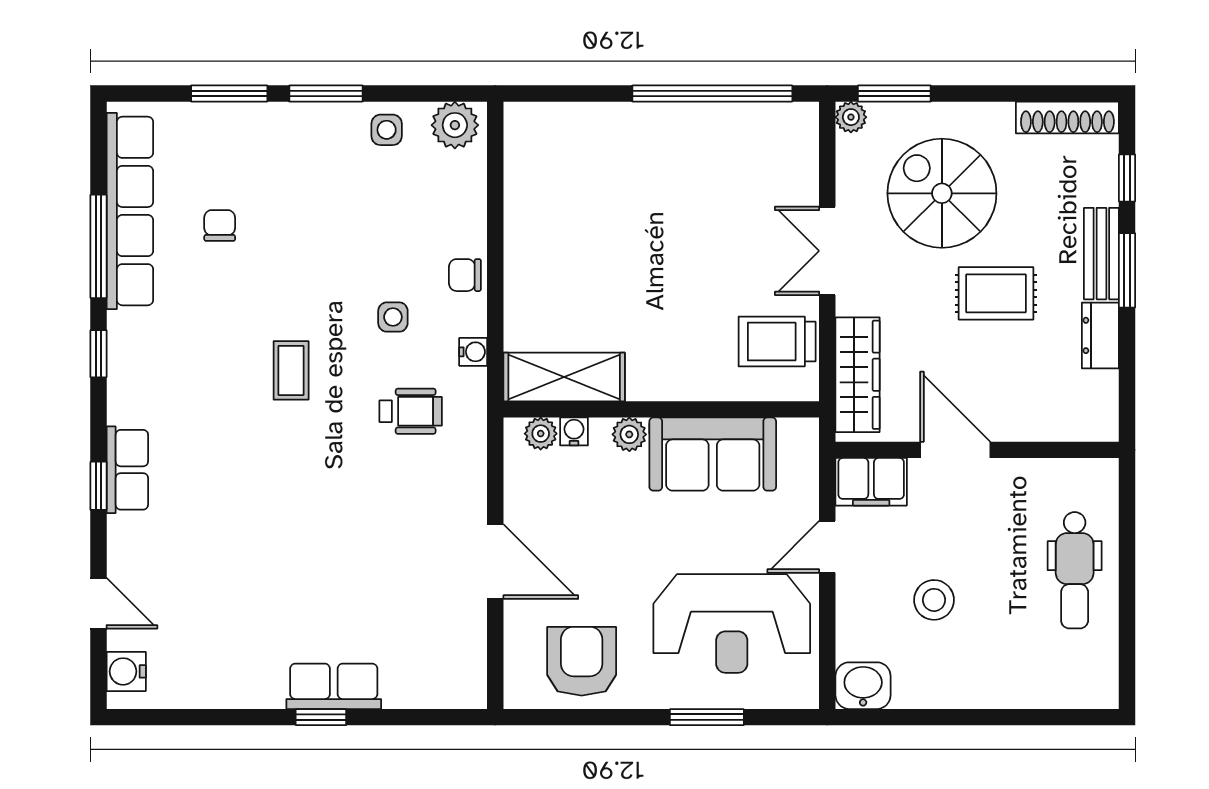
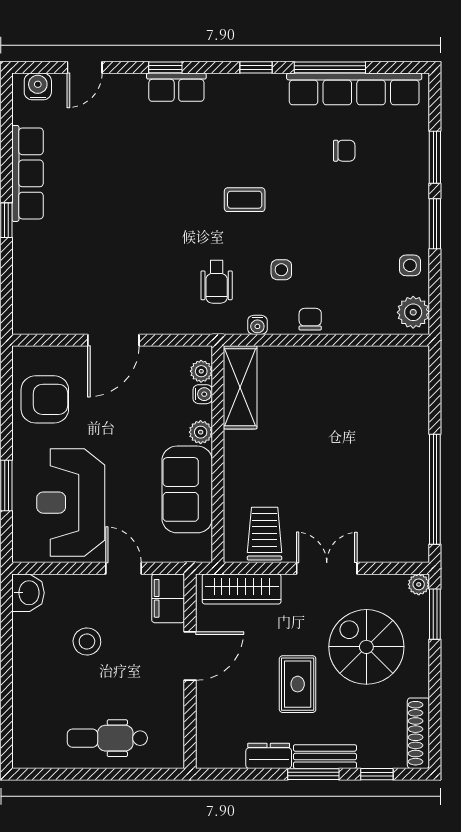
spiral stairs: (942, 193) -> (366, 647), turned -90
row of seats: (334, 686) -> (28, 173), moved, width x1.48

